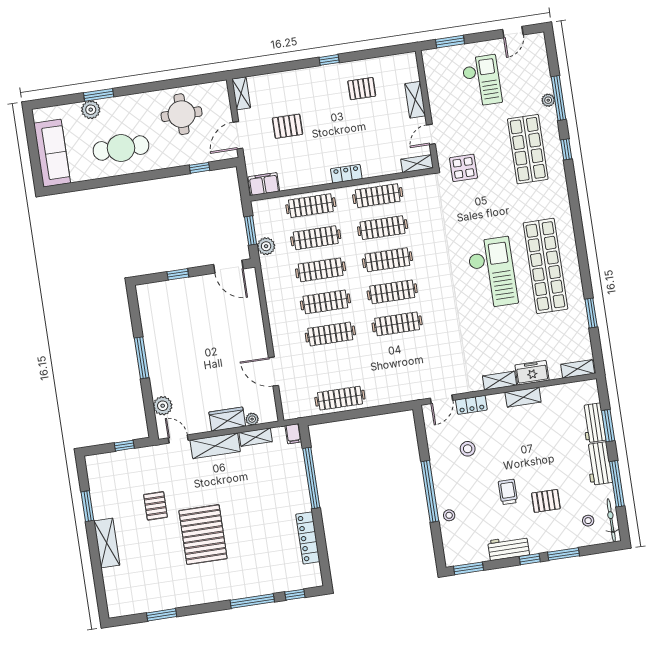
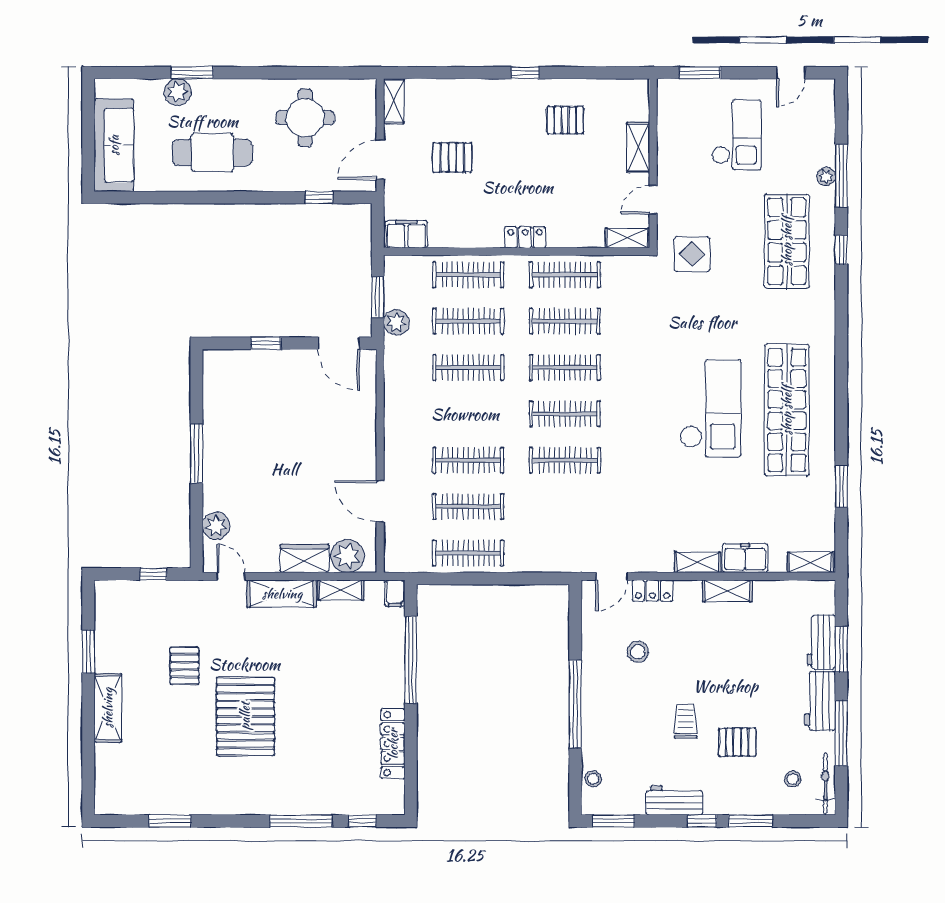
clothes rail: (325, 302) -> (468, 507), moved
plant: (252, 419) -> (347, 556), width x1.88, depth x1.88
stool: (449, 515) -> (593, 779), moved

